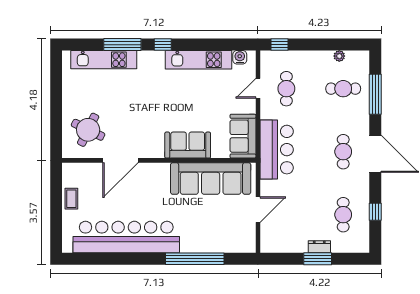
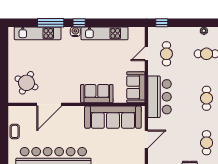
water cooler: (240, 57) -> (75, 32), moved

